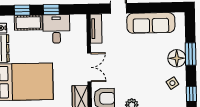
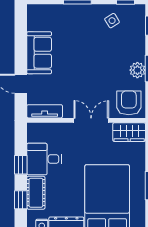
sofa: (151, 23) -> (39, 53), width x0.73
floor lamp: (177, 58) -> (82, 15), removed

